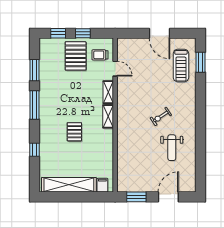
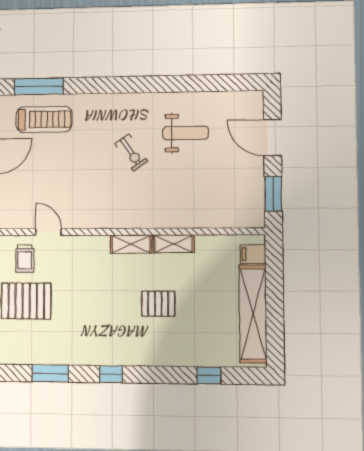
window: (201, 62) -> (39, 86), width x1.44
door: (115, 69) -> (48, 232), hinge flipped
shelving: (108, 92) -> (174, 244), moved
window: (34, 105) -> (111, 374), width x0.46
window: (34, 150) -> (209, 375), moved

